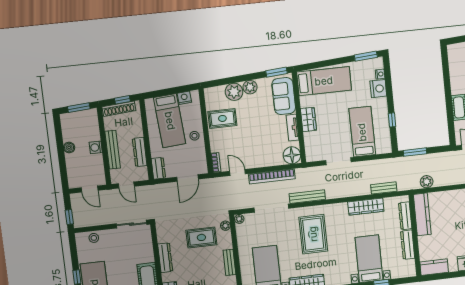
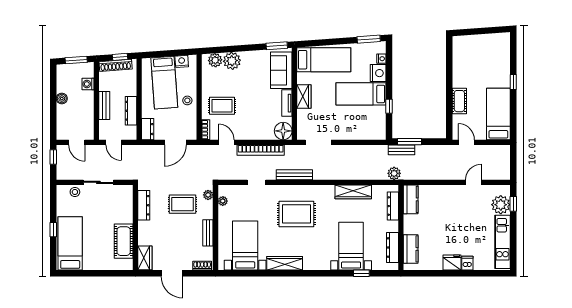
plant: (250, 87) -> (215, 60), moved
rug: (222, 118) -> (222, 106), moved
bed: (362, 132) -> (361, 94), moved, turned -90
washing machine: (96, 147) -> (88, 84), moved
bench: (113, 150) -> (104, 105), width x0.73
doorway: (338, 161) -> (318, 142), moved
plant: (427, 182) -> (394, 173), moved
bench: (384, 188) -> (401, 150), moved
doorway: (271, 208) -> (256, 182), width x0.53
kitchen counter: (422, 214) -> (411, 199), width x0.67
window: (69, 217) -> (53, 157), moved
plant: (239, 219) -> (223, 201), moved
sliding door: (131, 224) -> (98, 182), moved
rug: (313, 234) -> (296, 214), turned 90
dresser: (408, 245) -> (393, 247), moved
dresser: (165, 258) -> (144, 205), moved
kitchen counter: (434, 267) -> (411, 249), moved, turned 90

